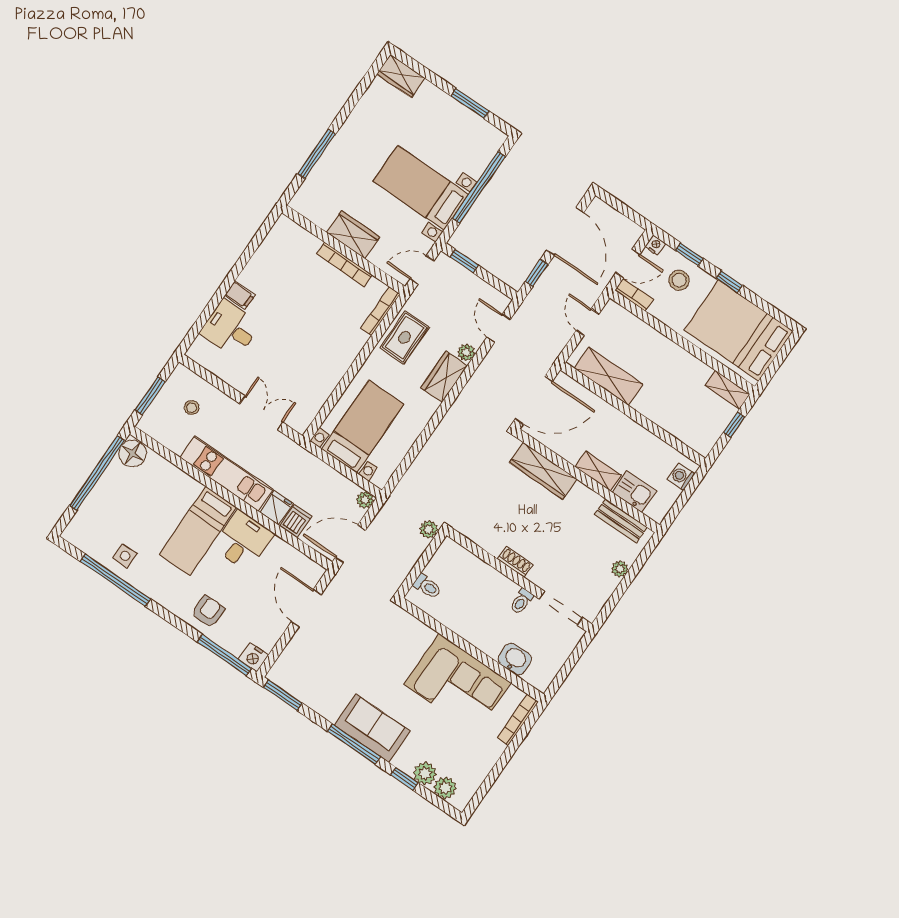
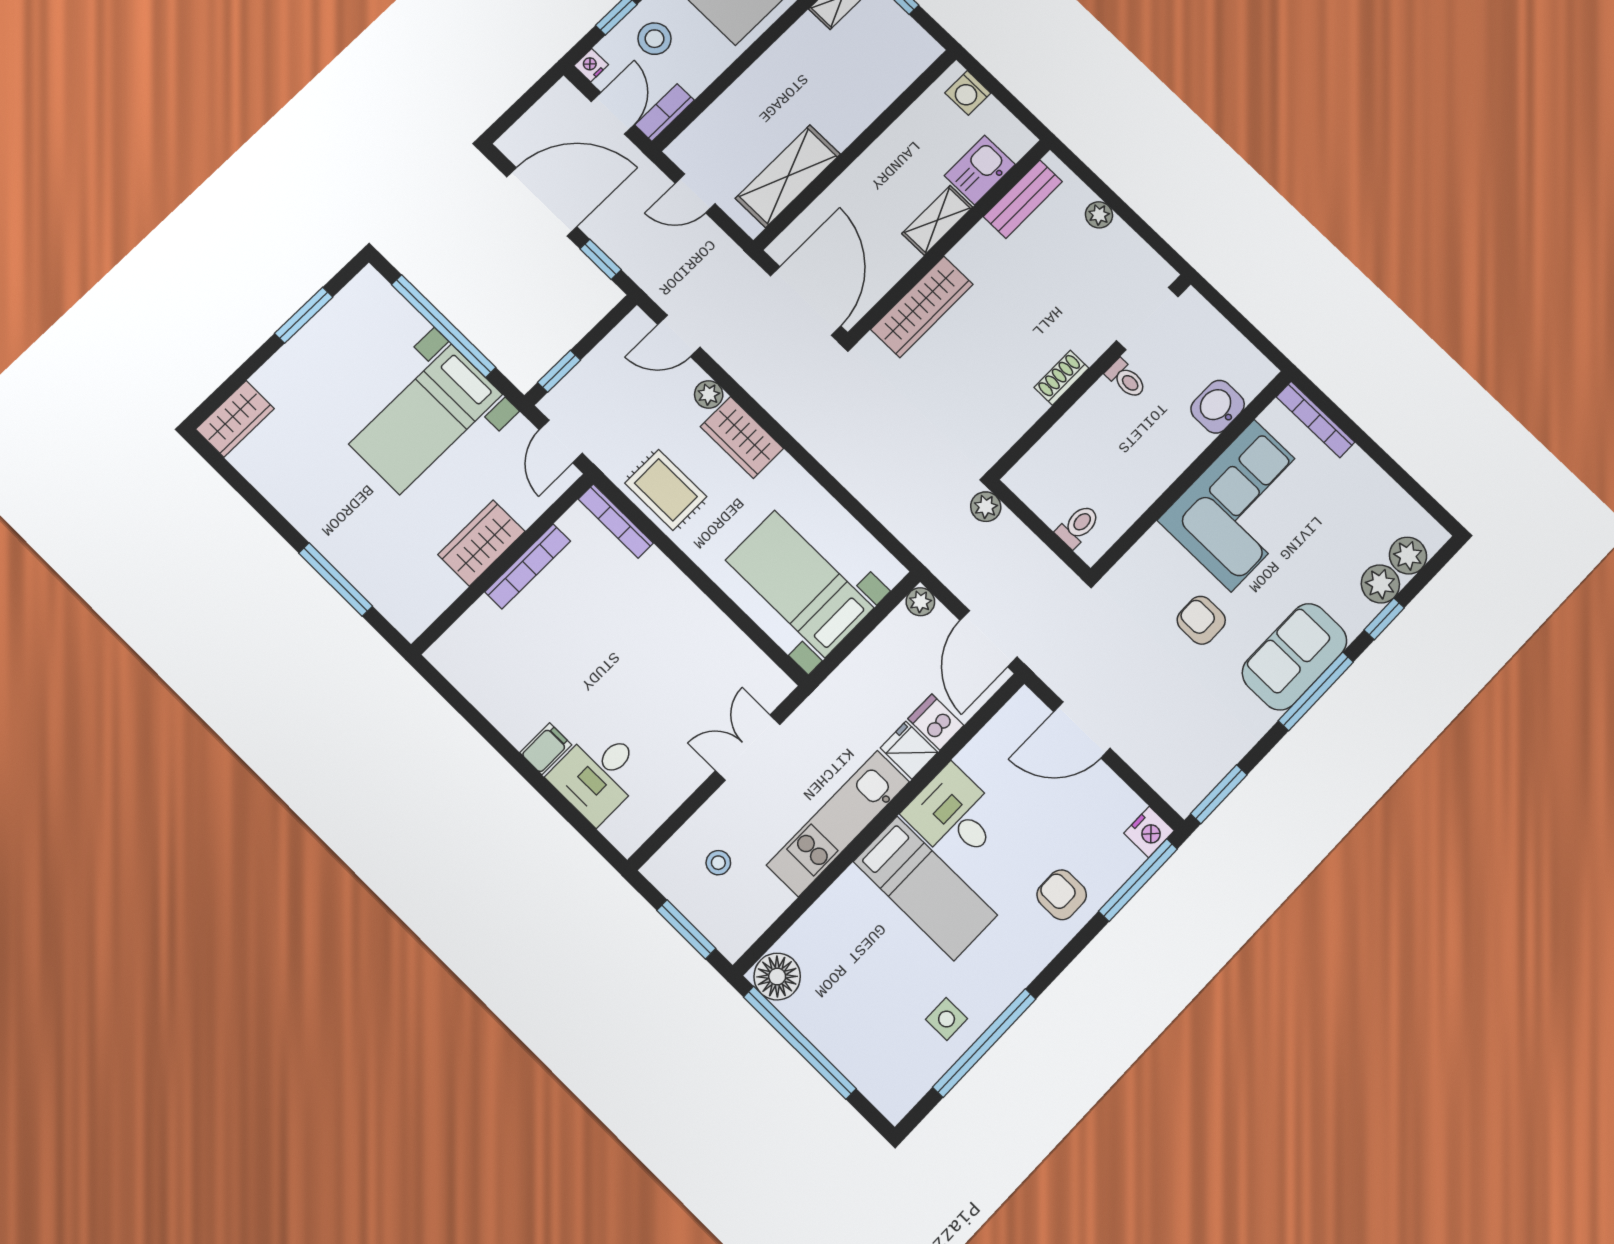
armchair: (384, 669) -> (1201, 620), added

